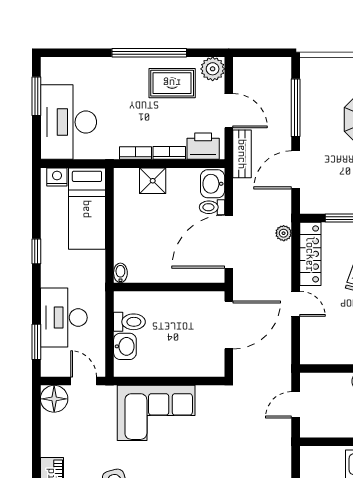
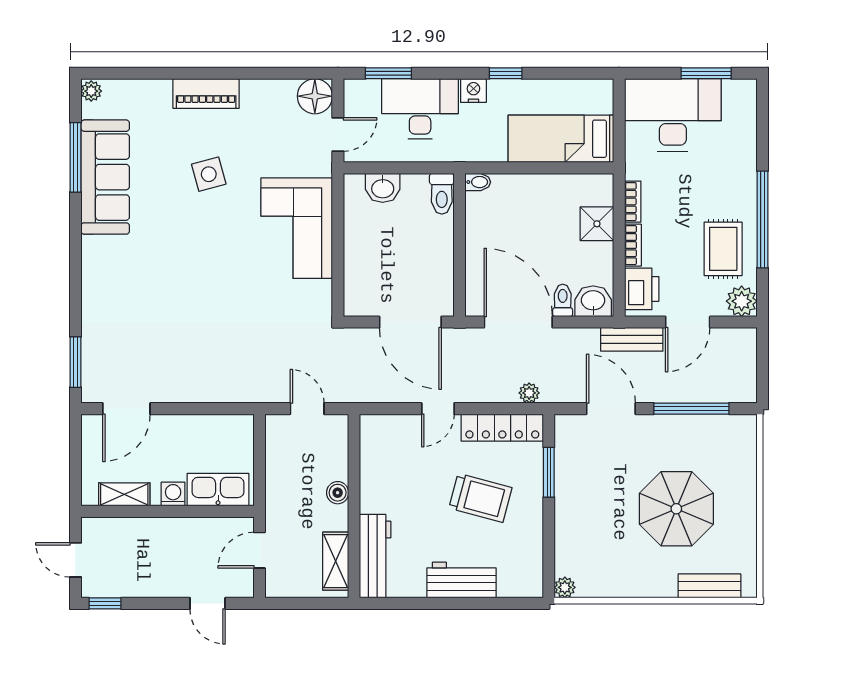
nightstand: (57, 177) -> (473, 91), moved, turned -90
toilet: (129, 322) -> (442, 194), moved

